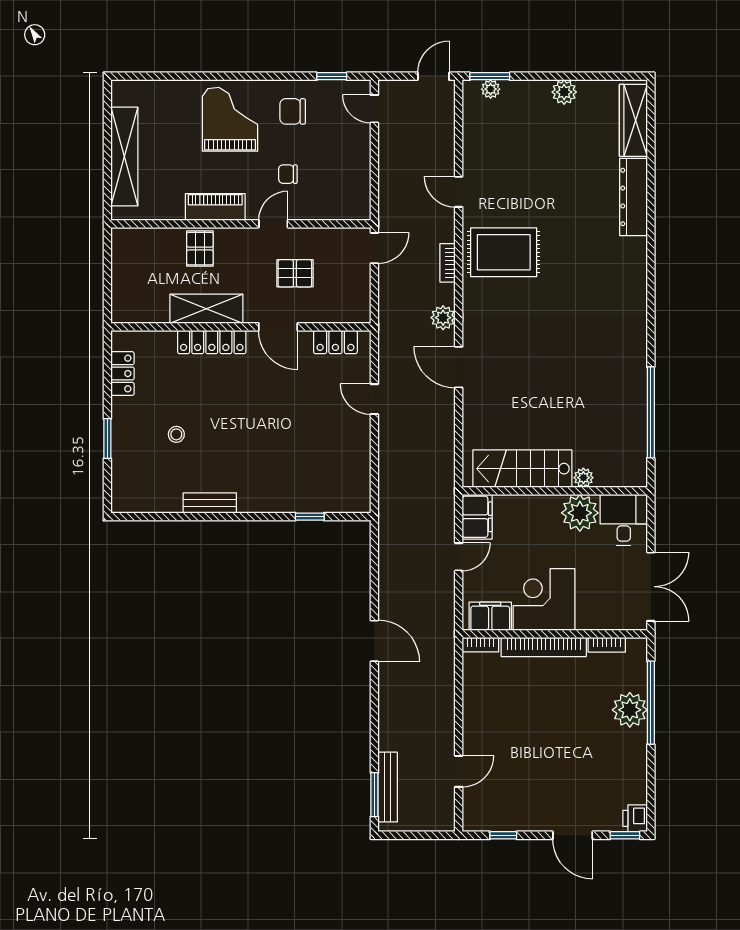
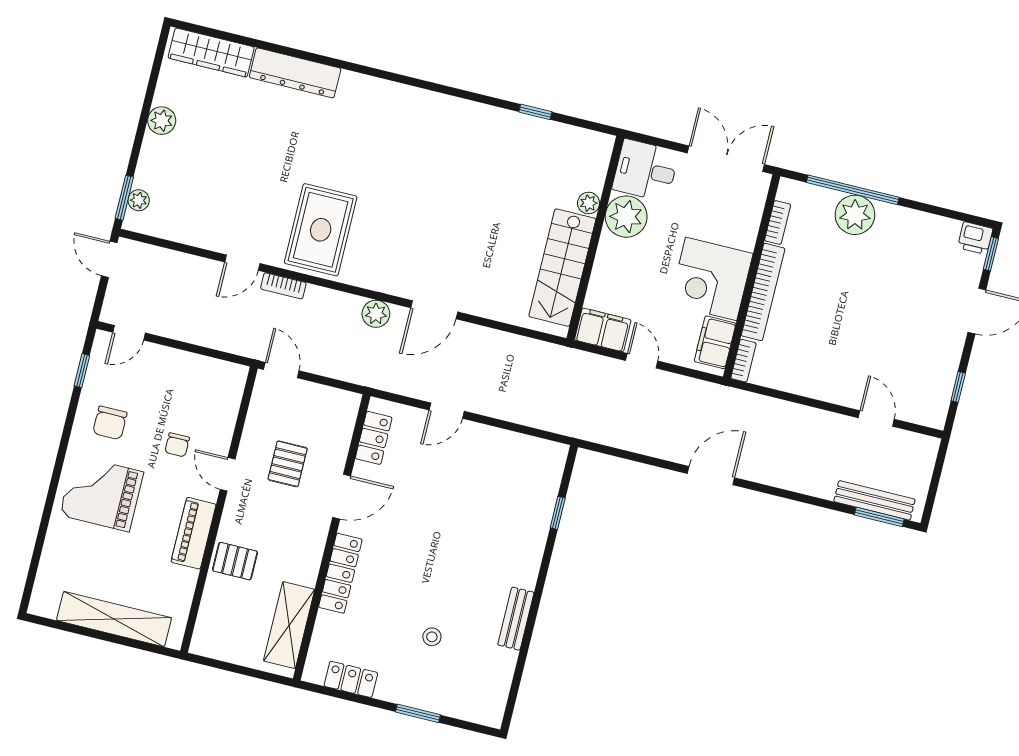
bookcase: (448, 263) -> (283, 286), moved
shelving: (206, 309) -> (289, 625), moved
window: (651, 412) -> (535, 112), width x0.32

